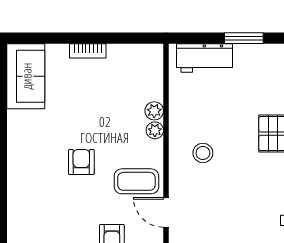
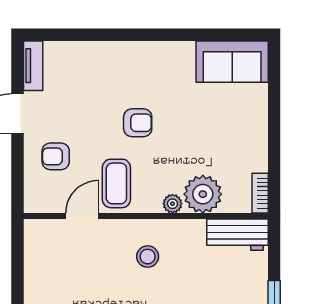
bookcase: (88, 51) -> (260, 193), moved
workbench: (205, 58) -> (237, 235), moved, turned -90
plant: (154, 111) -> (203, 194), width x1.88, depth x1.88

